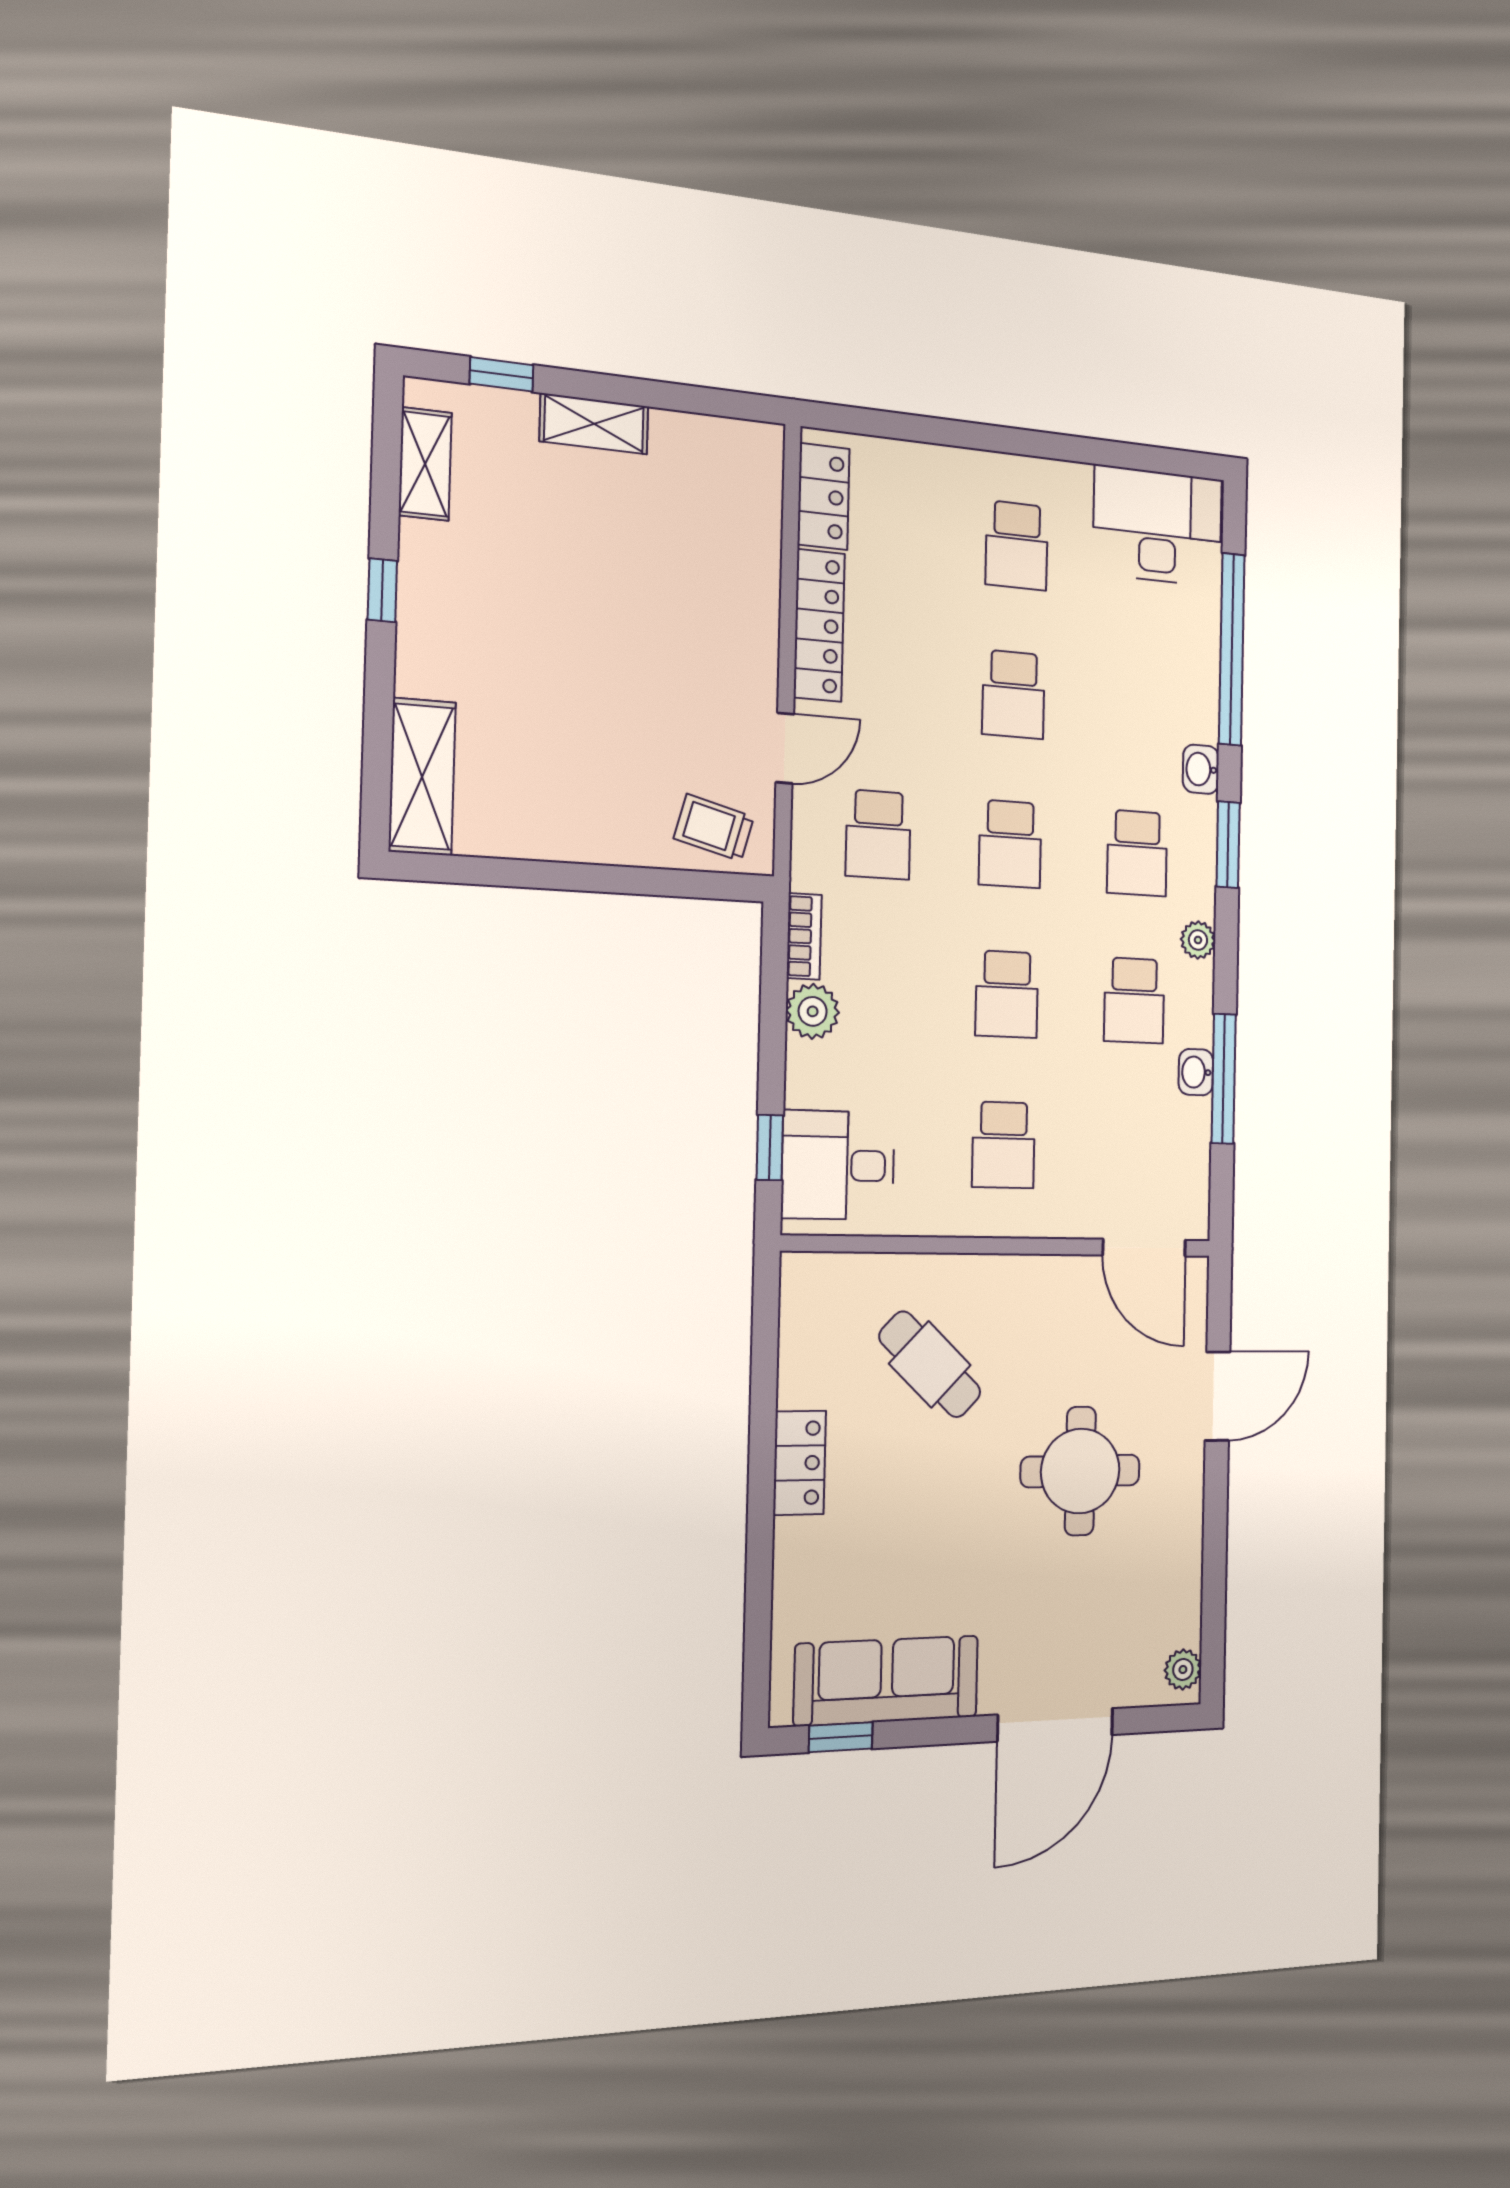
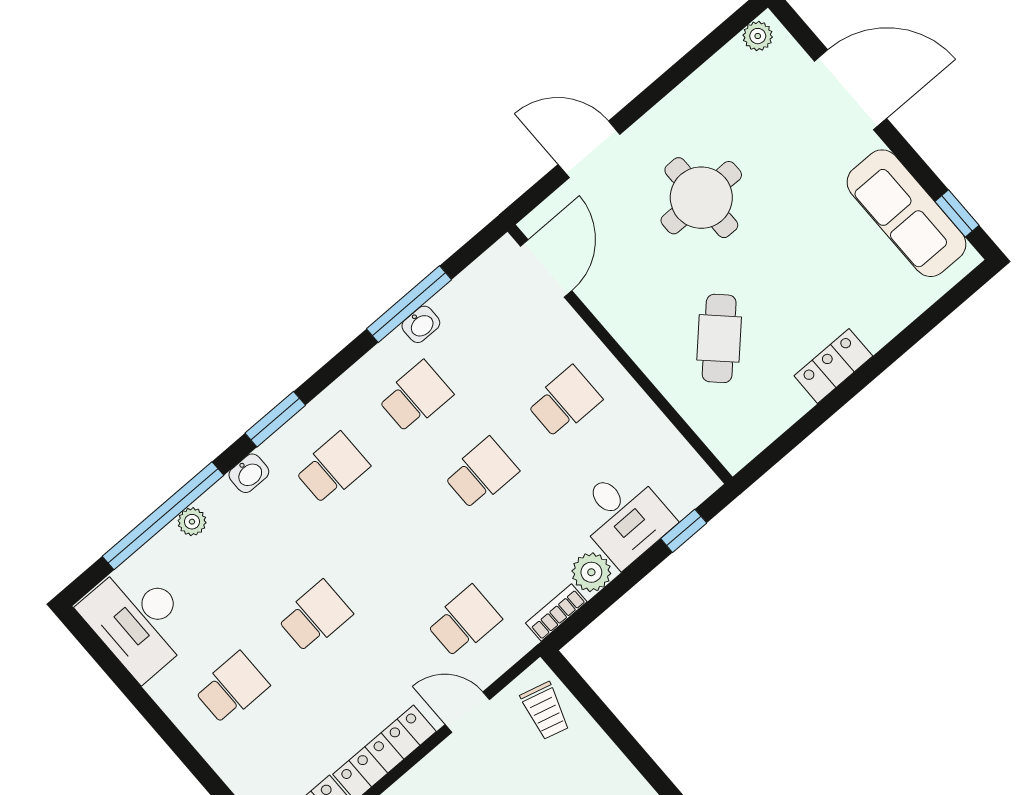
school desk: (1010, 844) -> (398, 545), removed
plant: (1198, 940) -> (192, 522), moved
desk: (838, 1165) -> (623, 516), moved

